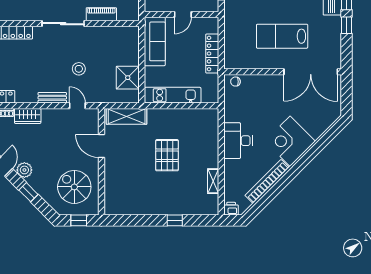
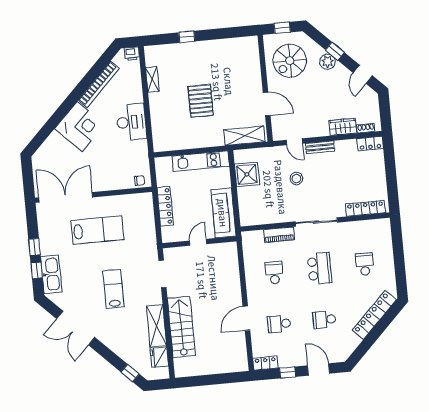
plant: (24, 170) -> (328, 62), moved
spiral stairs: (74, 187) -> (290, 61), turned 90

